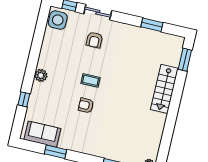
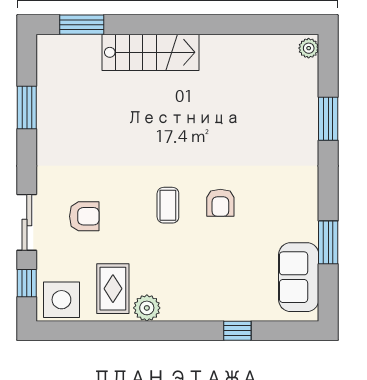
rug: (57, 45) -> (113, 289), added
plant: (41, 75) -> (147, 308), moved

